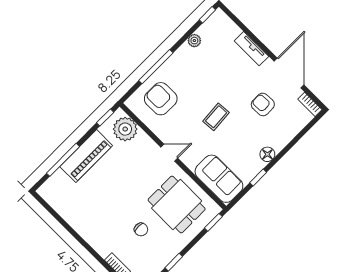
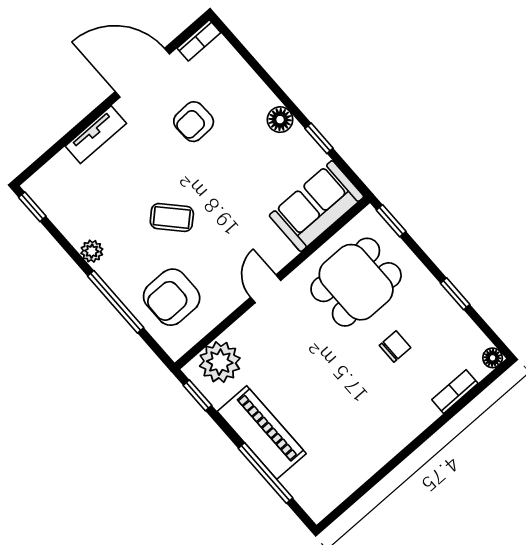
plant: (194, 41) -> (92, 251), moved
coffee table: (216, 117) -> (172, 217), moved, turned -39

